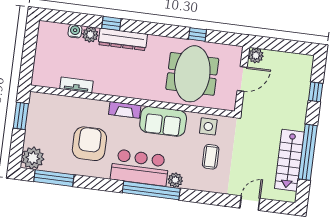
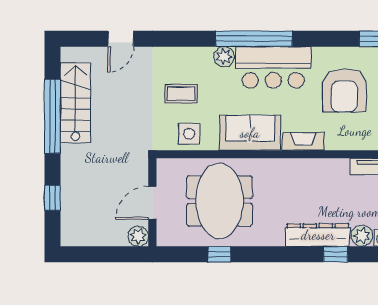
coffee table: (211, 157) -> (181, 94), turned 90

